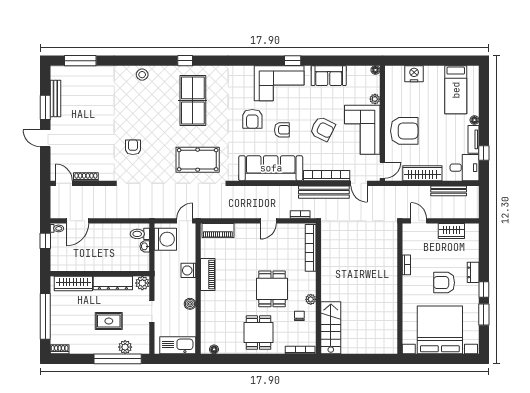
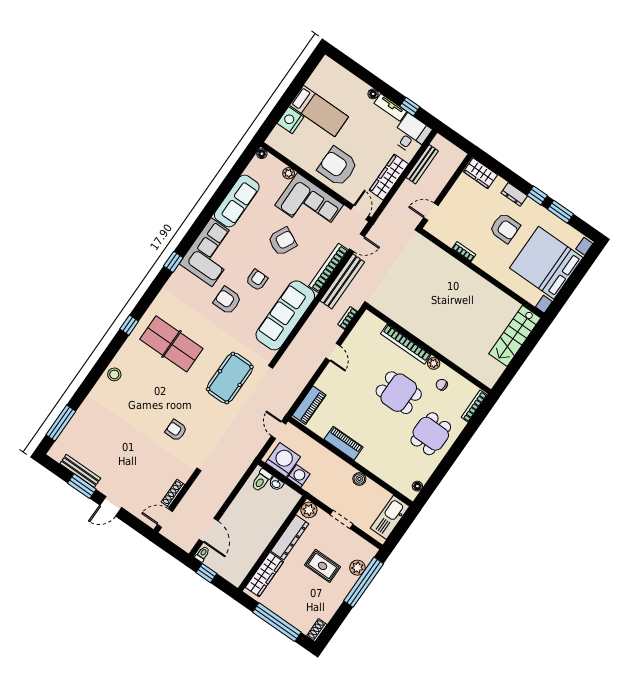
window: (293, 61) -> (173, 262), moved
sofa: (329, 76) -> (237, 201), width x1.36
bed: (456, 90) -> (319, 111), moved
armchair: (252, 119) -> (227, 300), turned 180
armchair: (404, 131) -> (337, 167), turned -90
wardrobe: (451, 231) -> (480, 173), moved, turned 90
bookcase: (311, 248) -> (406, 344), moved
washing machine: (188, 270) -> (299, 476), moved, turned 180
armchair: (444, 283) -> (505, 228), turned -90
rug: (109, 321) -> (323, 566), turned 90
stairs: (331, 328) -> (515, 336), moved, turned -90
dining table: (259, 333) -> (431, 434), turned 90

